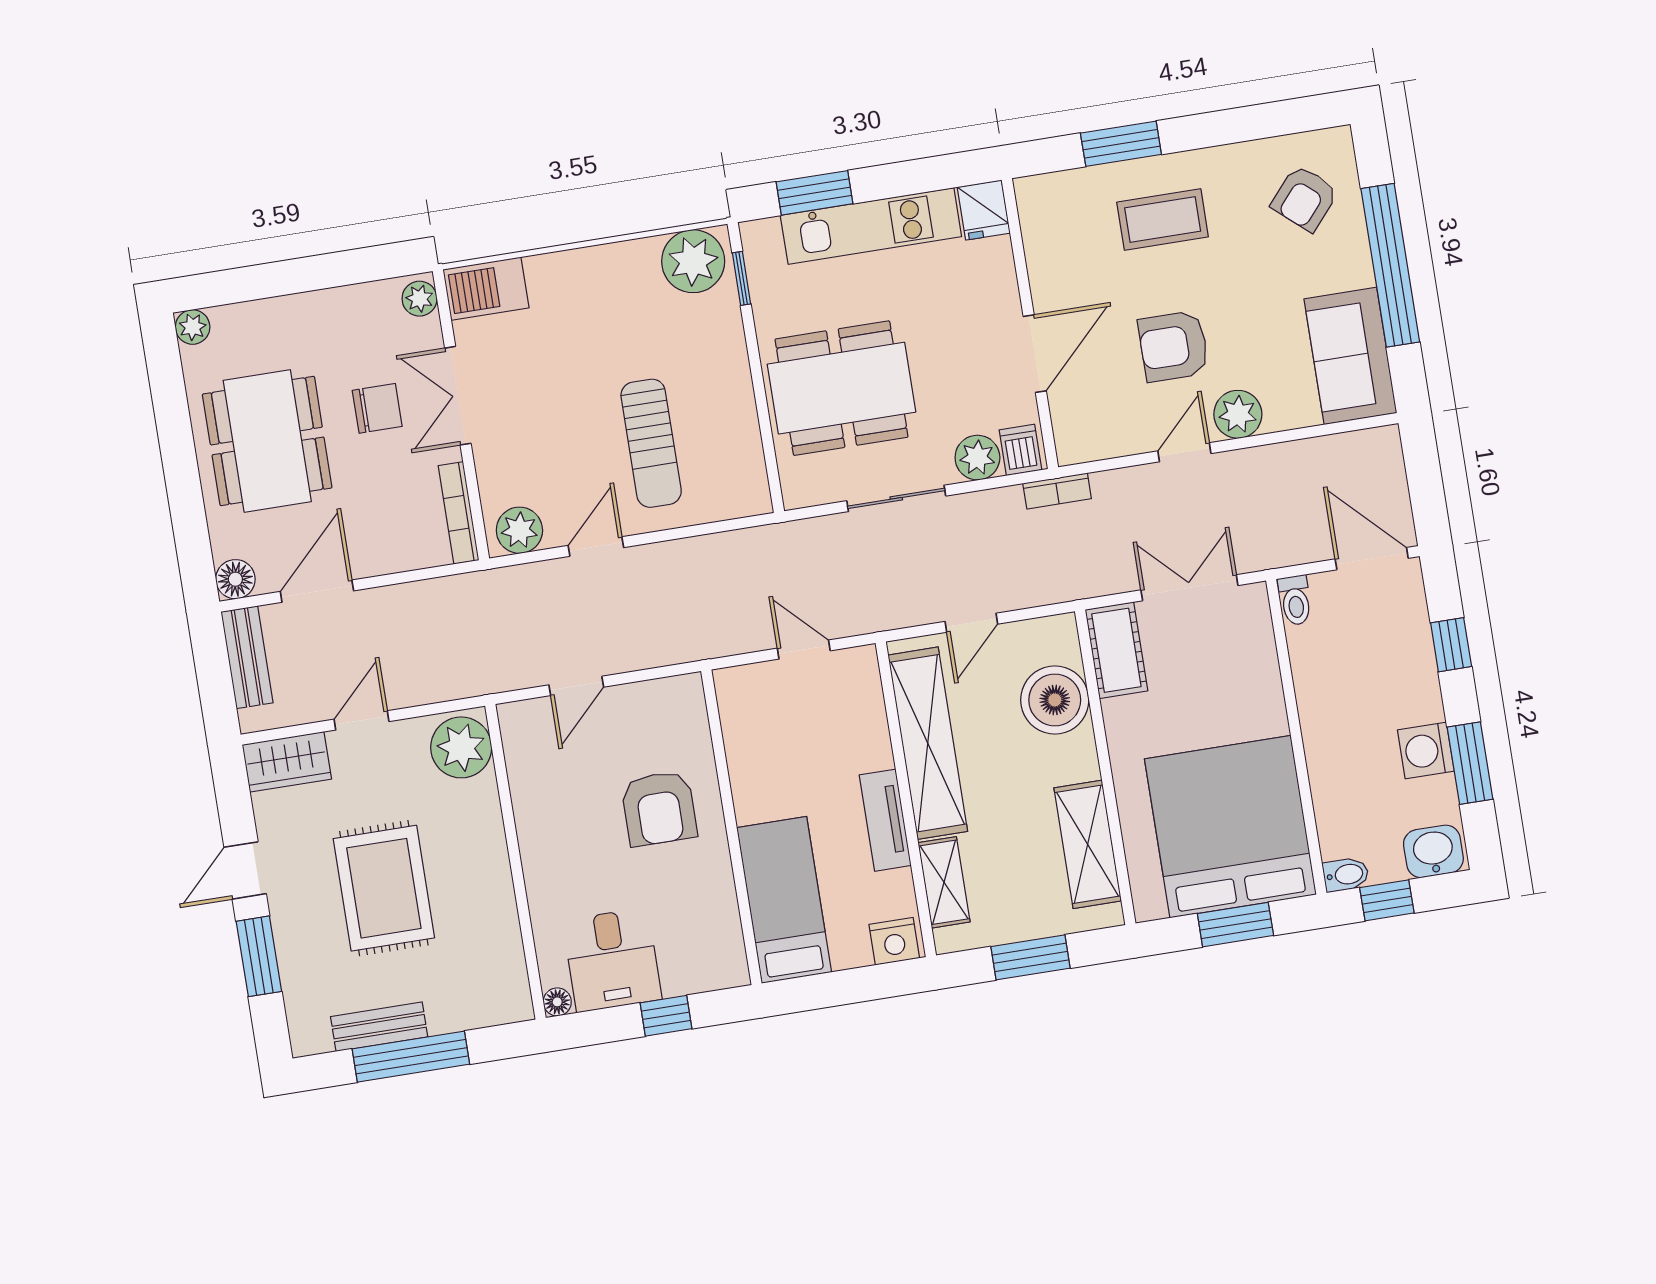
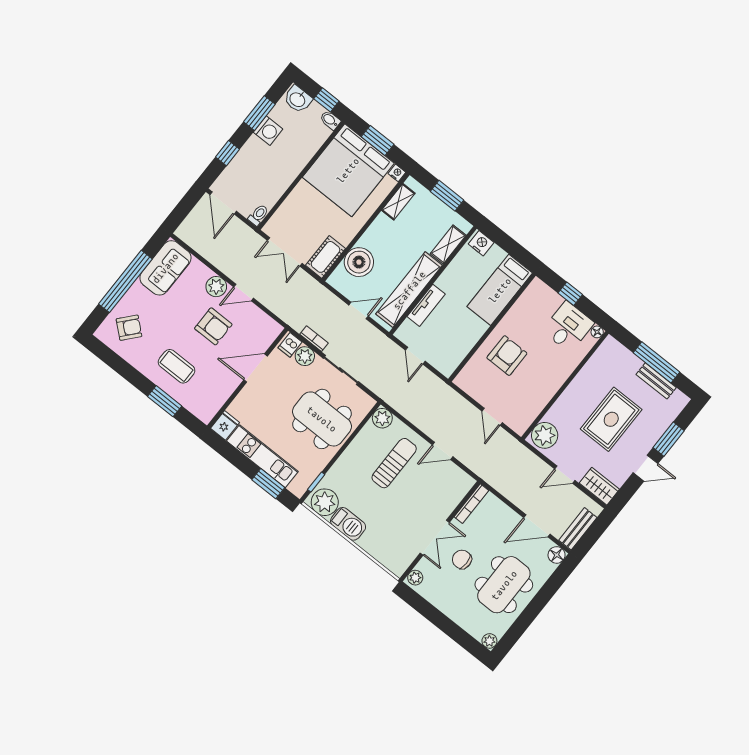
barbecue: (486, 289) -> (348, 524), moved
bookcase: (1057, 491) -> (314, 339), moved
plant: (519, 530) -> (382, 418), moved
door: (576, 686) -> (492, 417), swing flipped
tv unit: (885, 820) -> (426, 305), moved
shelving: (1088, 844) -> (398, 202), width x0.67, depth x0.75
nightstand: (1149, 907) -> (397, 173), added

